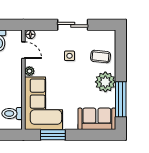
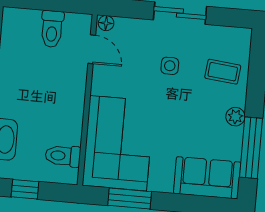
plant: (29, 71) -> (99, 86), removed
plant: (105, 82) -> (235, 117), width x0.53, depth x0.53

